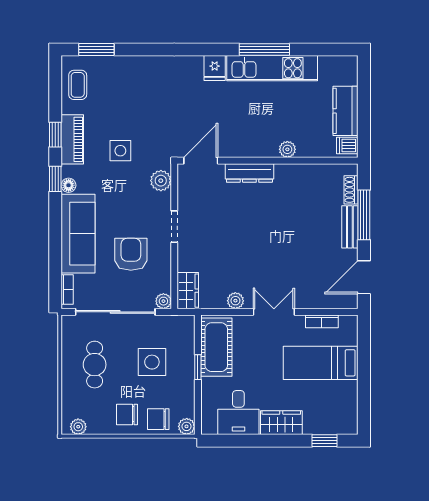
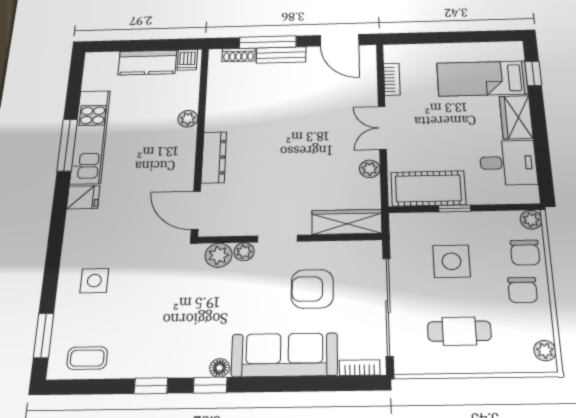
piano: (72, 139) -> (159, 364), removed
side table: (120, 151) -> (94, 281), moved
wardrobe: (188, 291) -> (347, 222), width x1.50
plant: (163, 301) -> (244, 252), moved
bed: (321, 363) -> (482, 79), moved, turned 90

